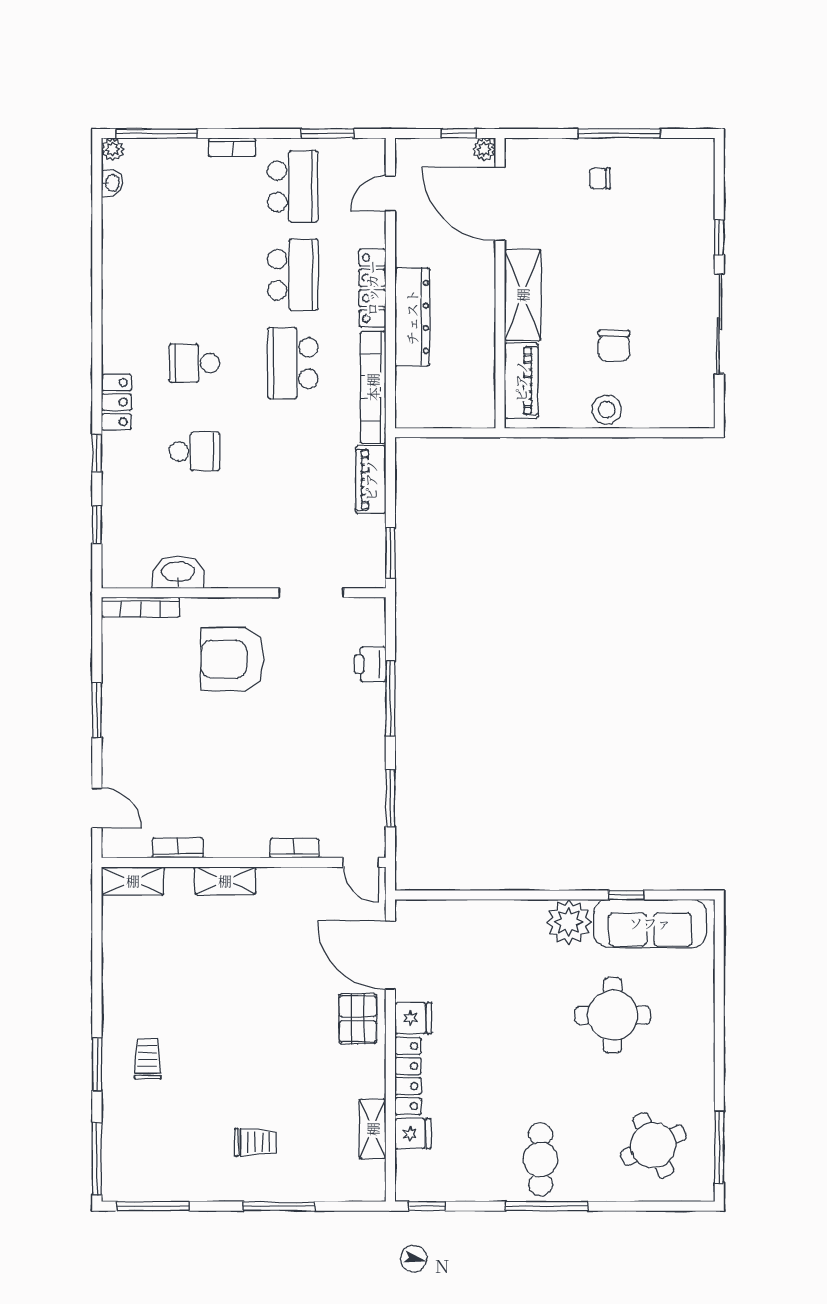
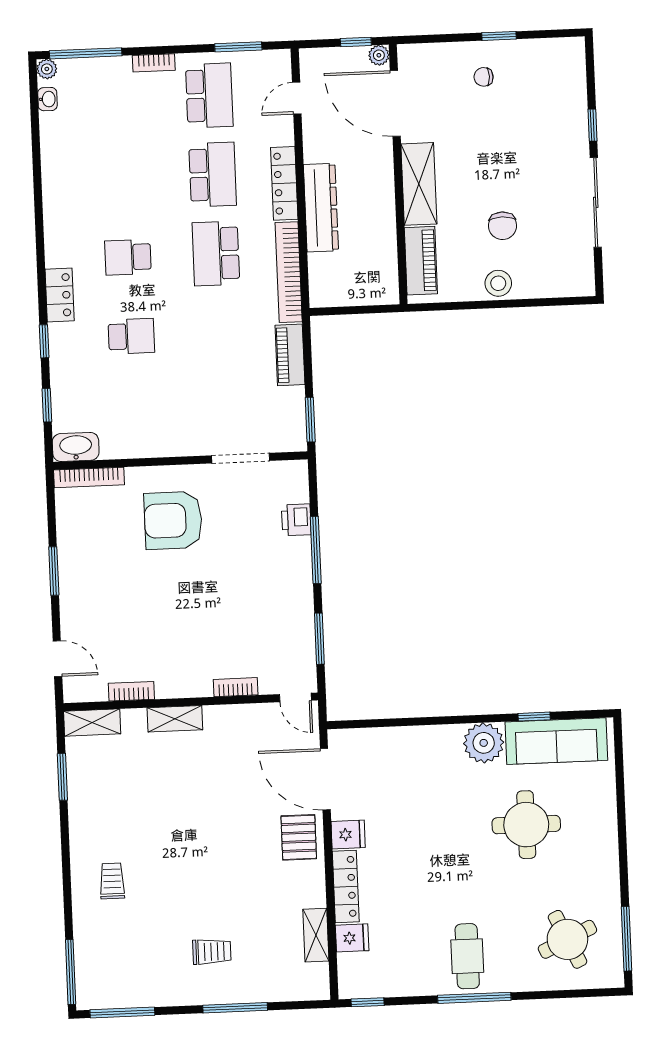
window: (619, 133) -> (499, 36), width x0.46
washbasin: (178, 573) -> (76, 447), moved
window: (97, 1064) -> (62, 777), moved

